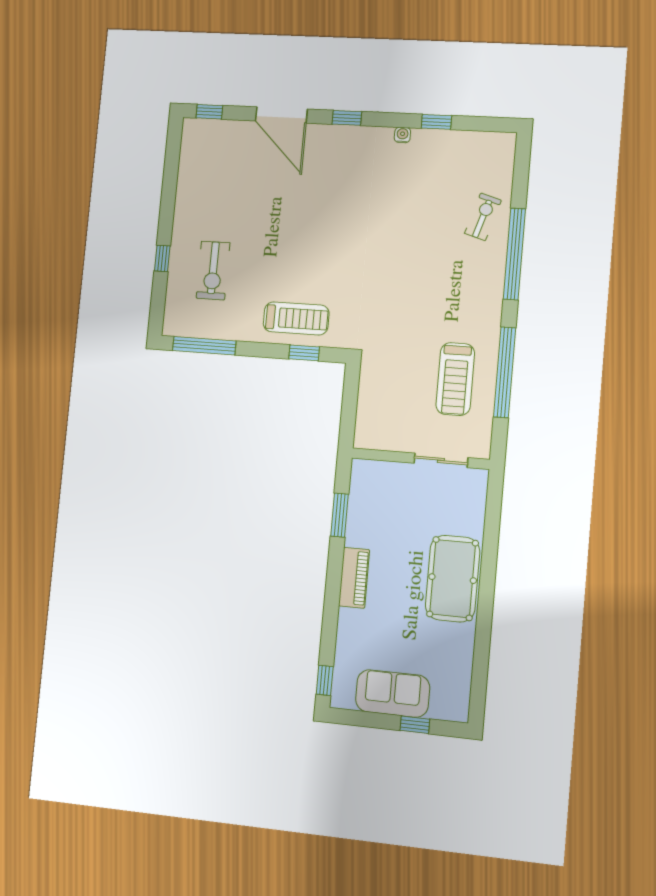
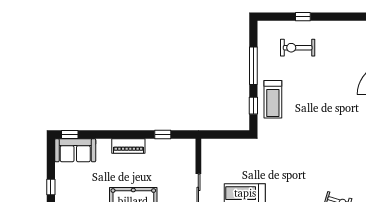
window: (204, 346) -> (253, 66), moved
window: (340, 515) -> (163, 134), width x0.67
sofa: (393, 693) -> (75, 150), moved, turned 90

